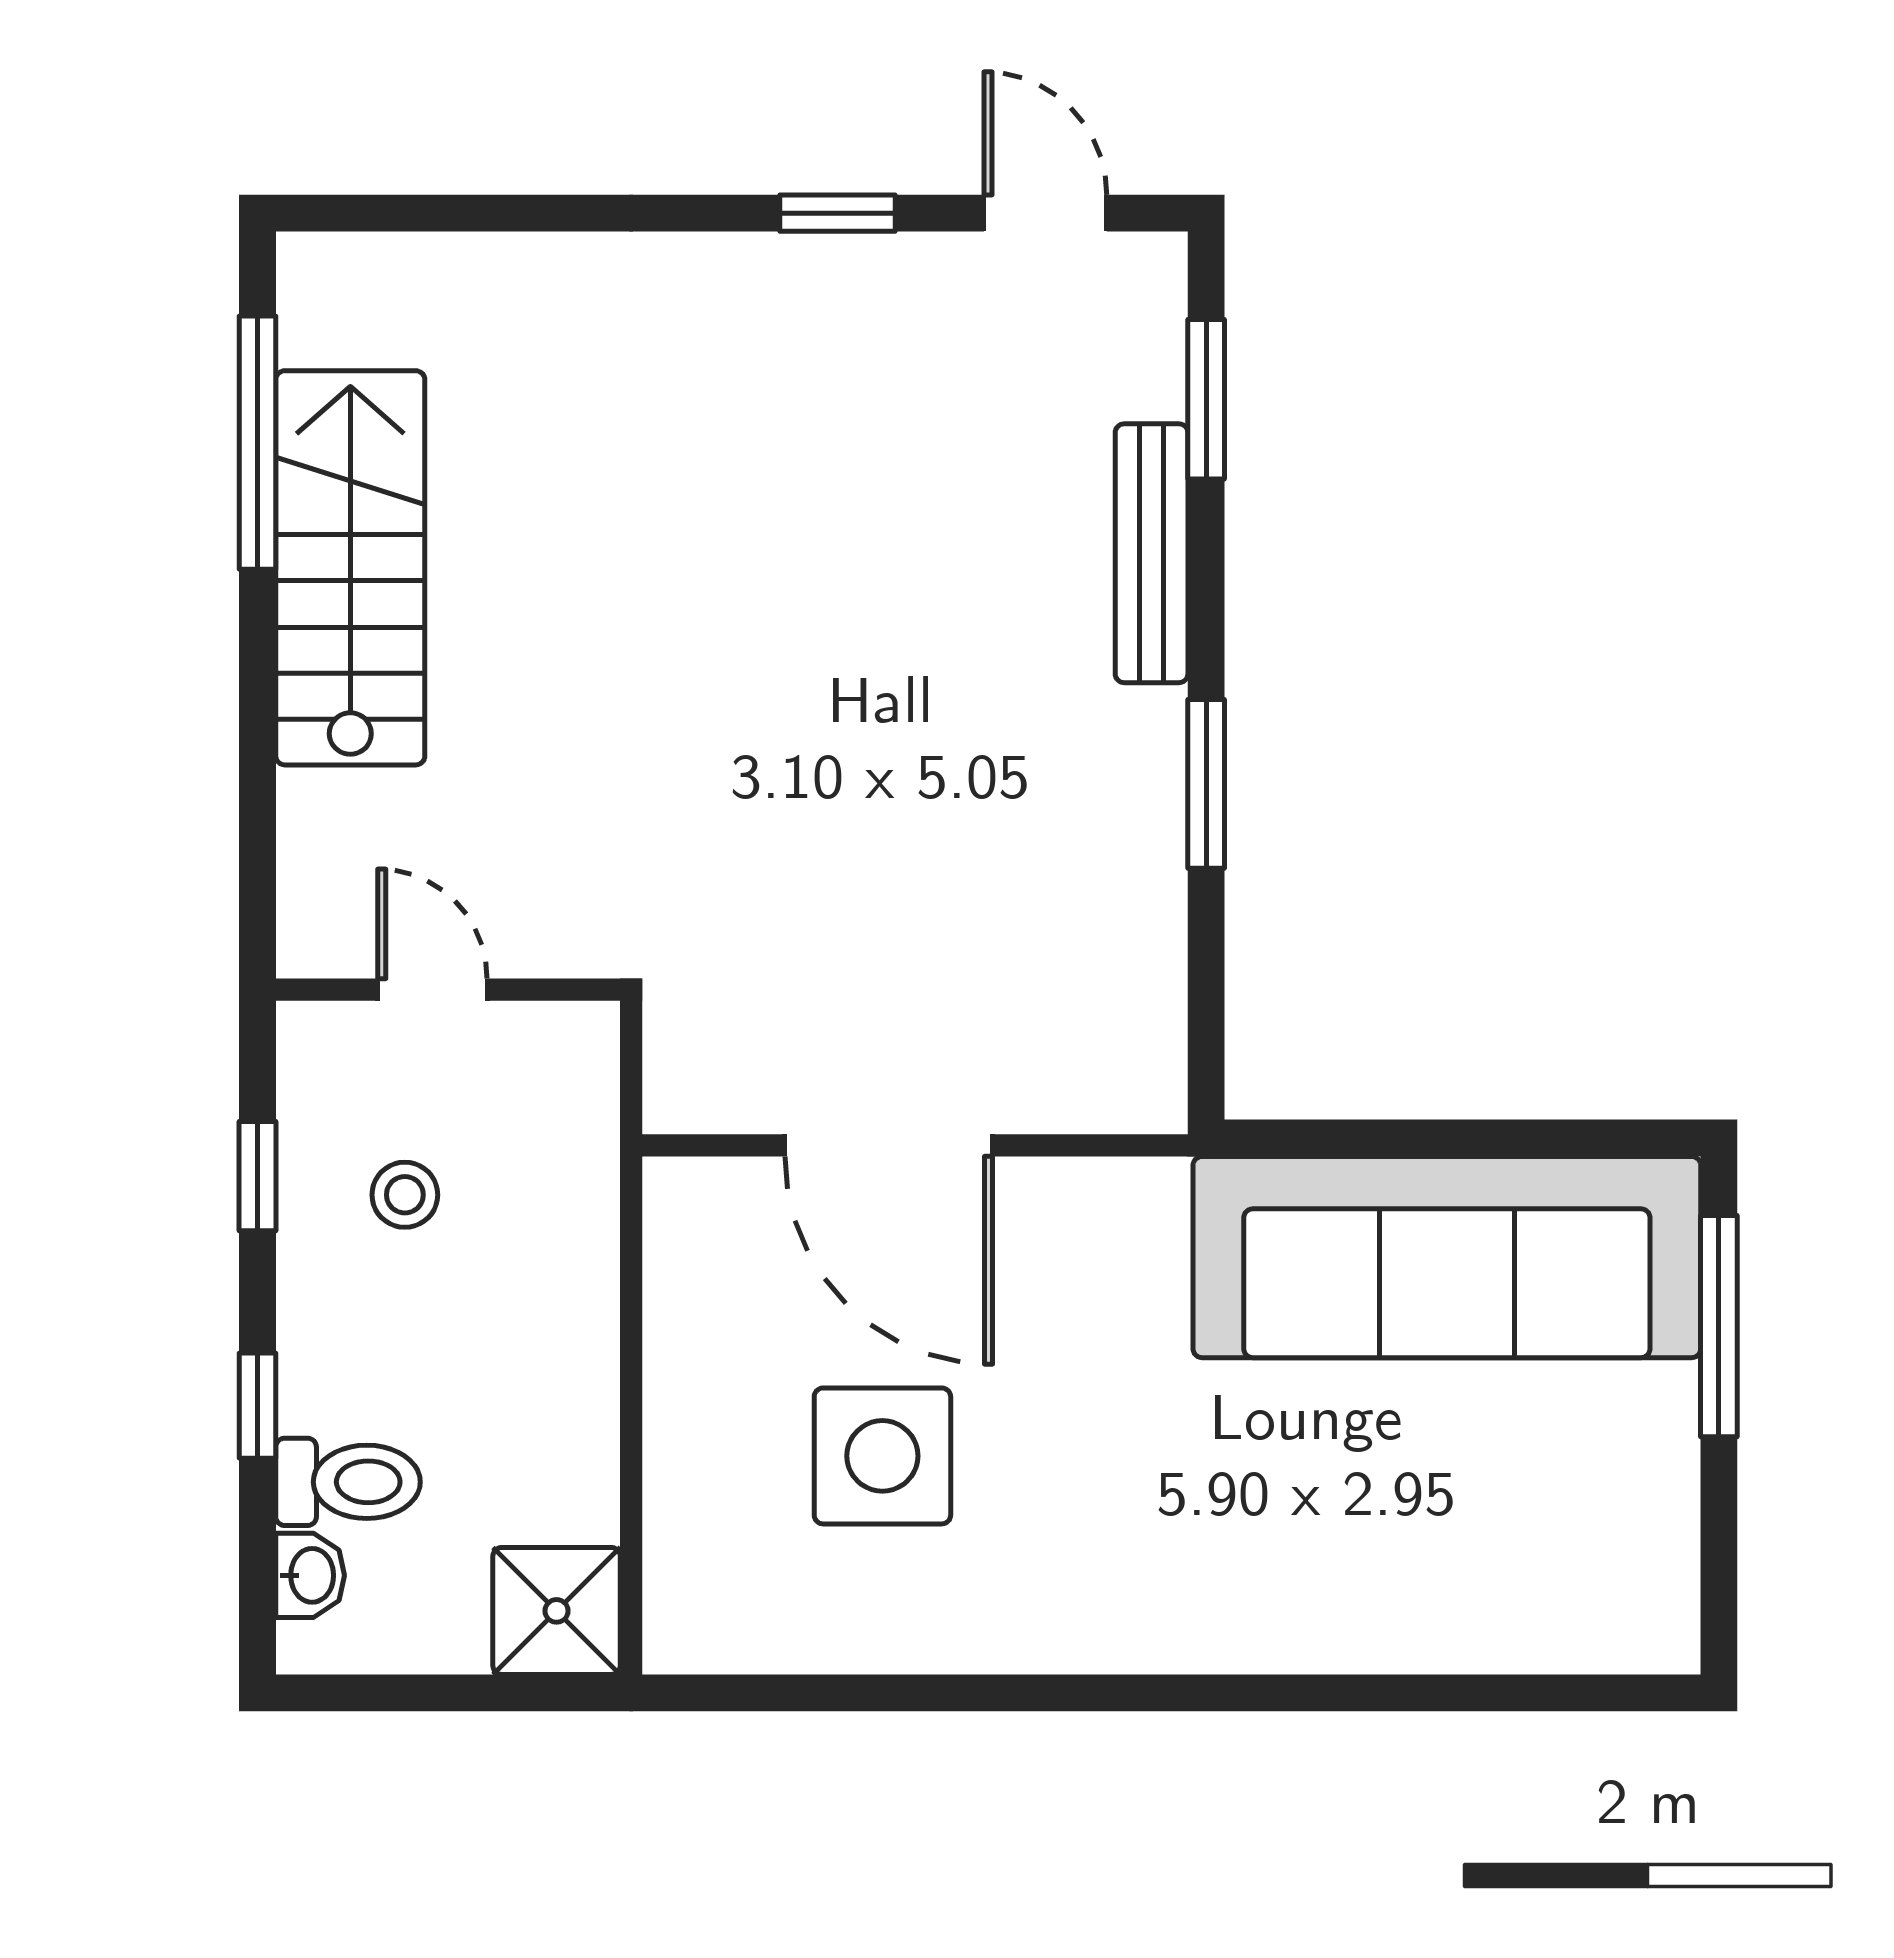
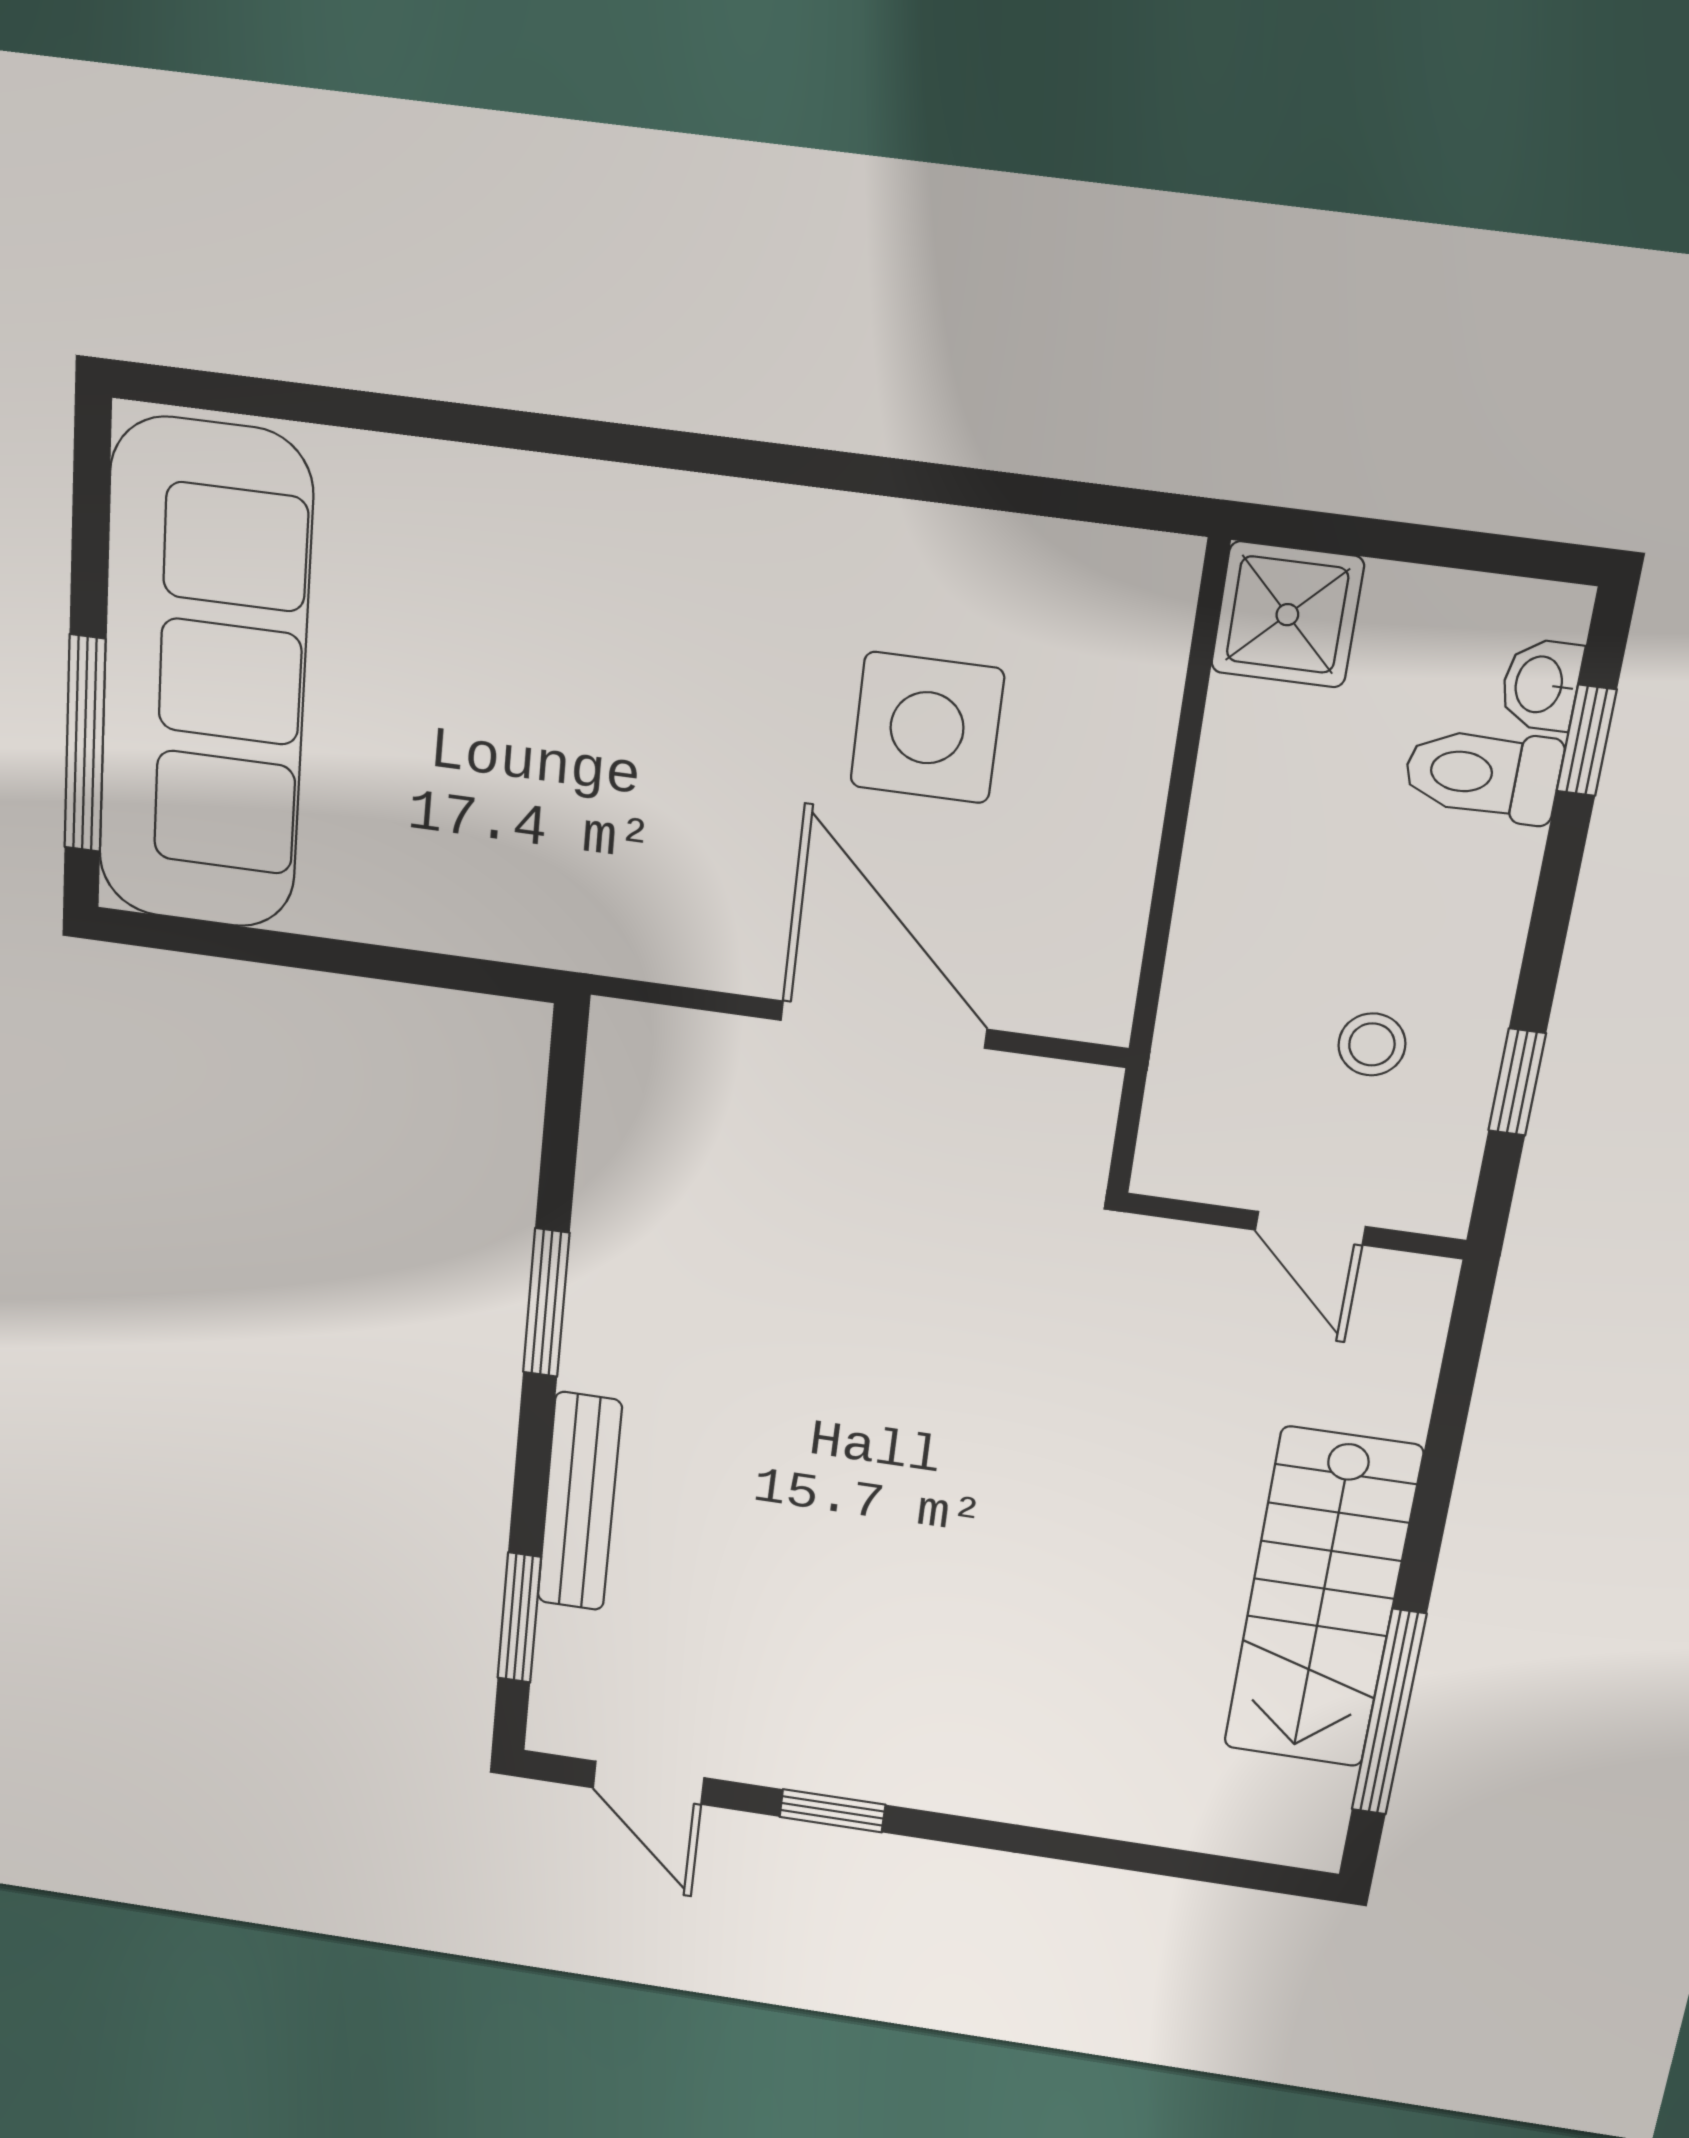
sofa: (1447, 1257) -> (204, 678), moved, turned 90
window: (258, 1406) -> (1587, 740), moved

